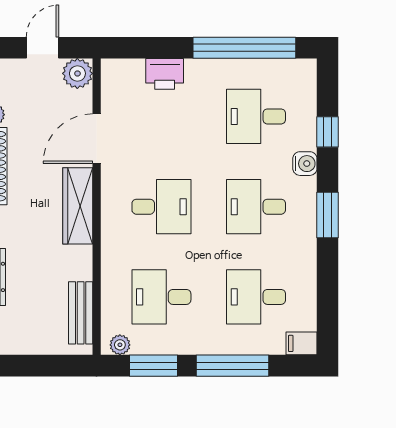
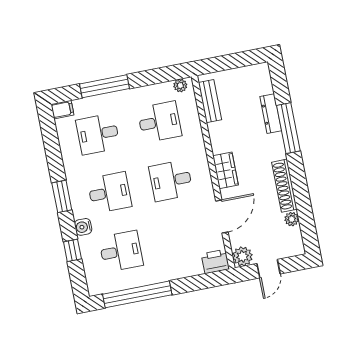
printer: (165, 74) -> (215, 261), moved
wardrobe: (78, 206) -> (225, 170), width x0.67
desk: (256, 297) -> (98, 134), turned 180
window: (153, 366) -> (156, 76), removed

